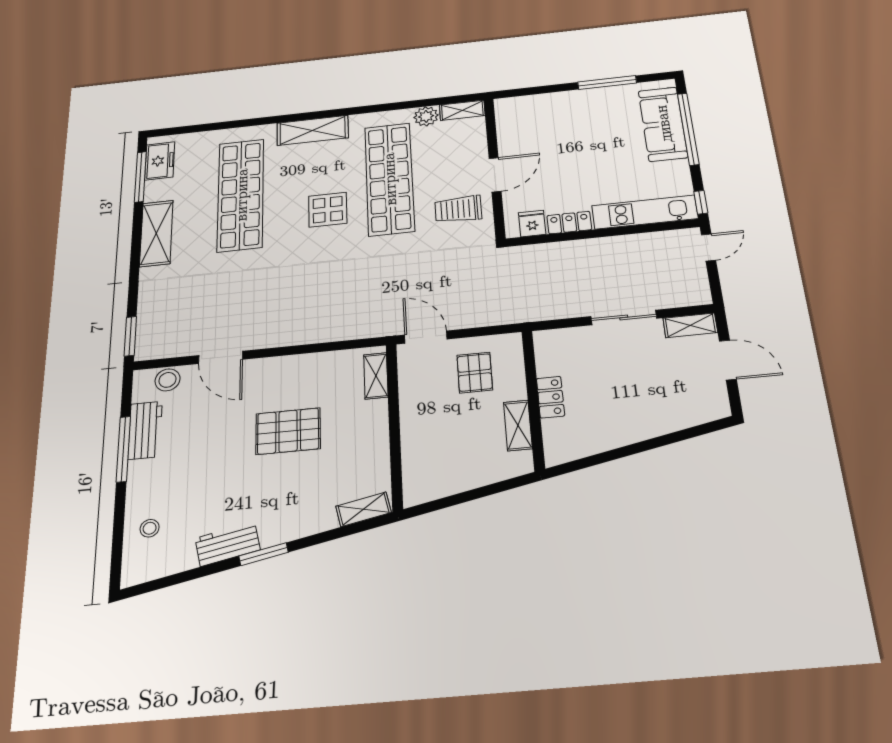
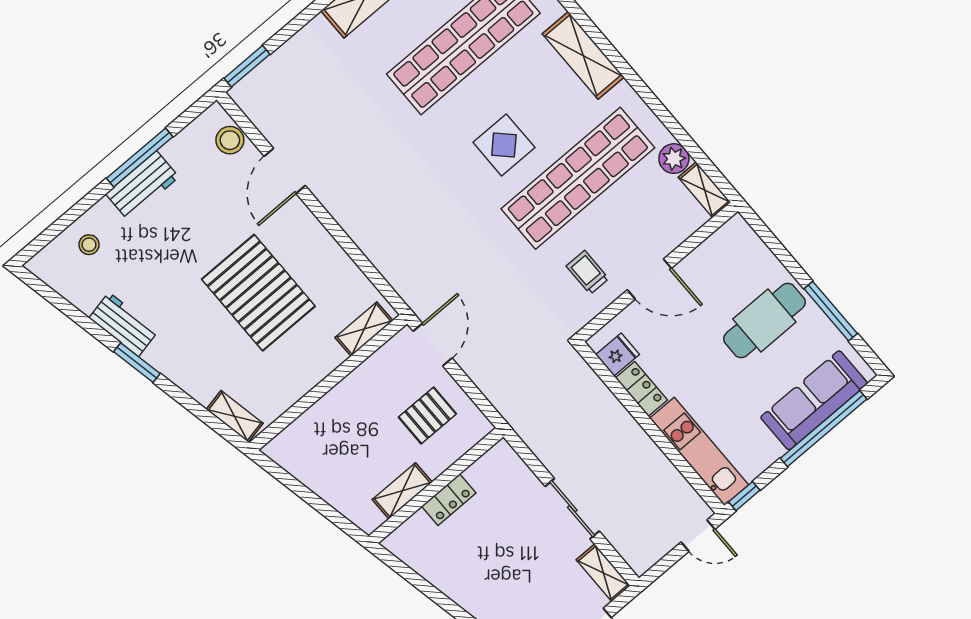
cafe table: (582, 123) -> (764, 320), added
trolley: (458, 209) -> (588, 272), width x0.73, depth x0.72
workbench: (145, 430) -> (142, 185), moved
pallet: (288, 431) -> (258, 293), width x1.37, depth x1.41

